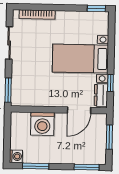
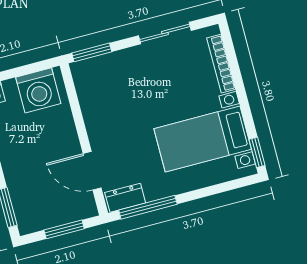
bed with nightstands: (80, 59) -> (203, 139), moved, turned -90
window: (110, 83) -> (148, 207), width x2.17
washing machine: (42, 124) -> (38, 90), moved, turned -90

